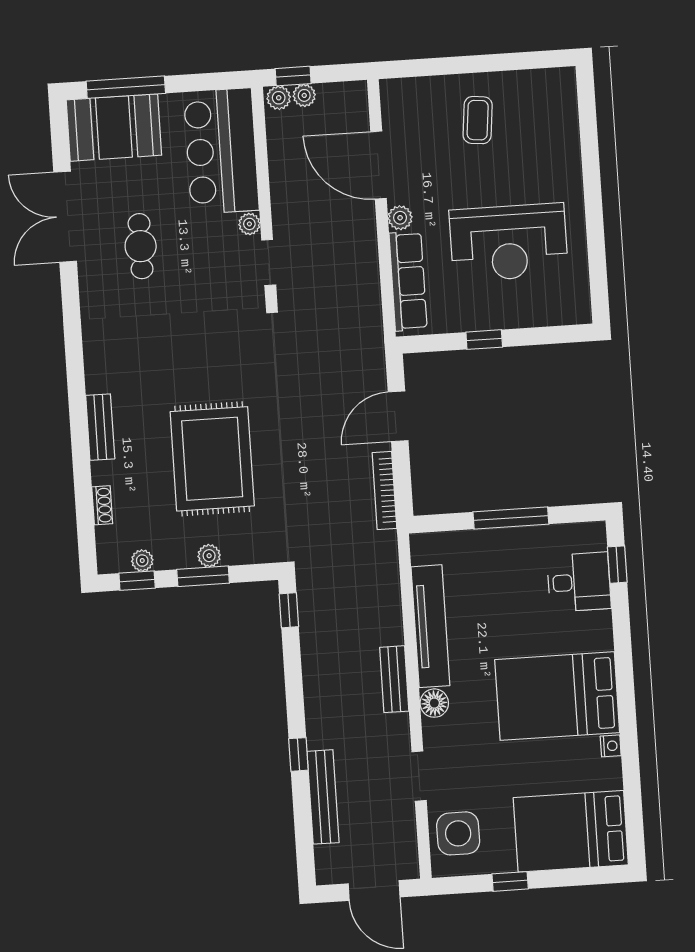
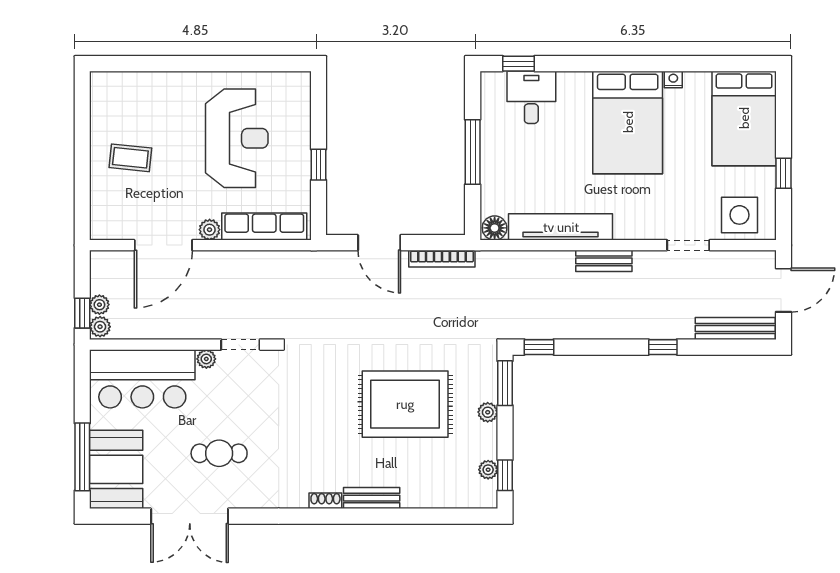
shoe rack: (102, 505) -> (325, 501), moved
window: (203, 576) -> (505, 383), moved
floor lamp: (434, 703) -> (495, 228), moved
bench: (323, 797) -> (735, 328), moved

